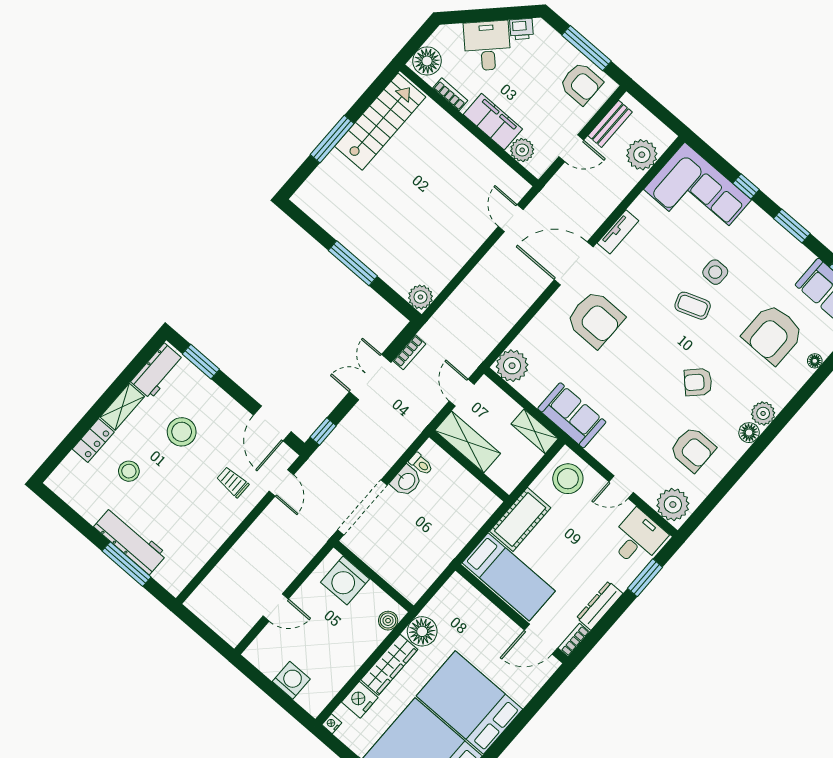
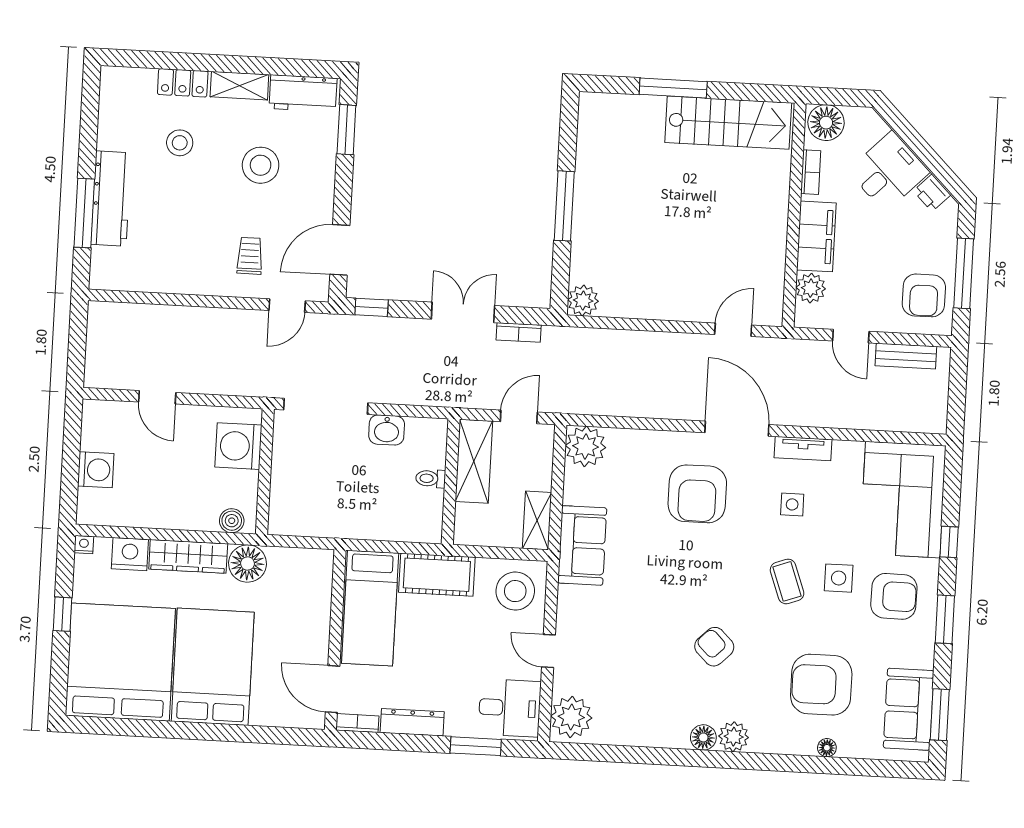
plant: (642, 155) -> (900, 412), removed
side table: (647, 266) -> (792, 504), added
armchair: (693, 449) -> (894, 596), moved, turned -89
toilet: (421, 464) -> (431, 478), moved, turned 90

